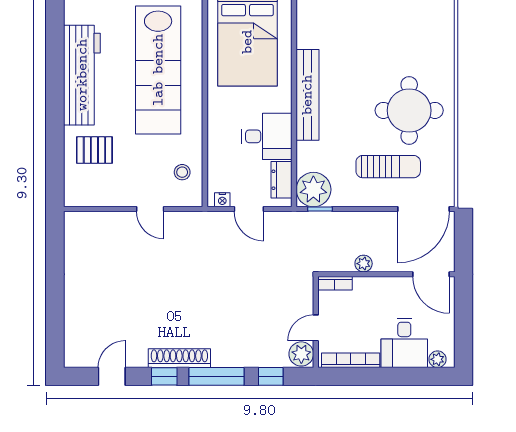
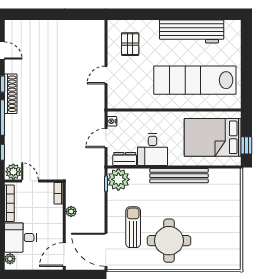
pallet: (94, 150) -> (130, 44), moved
sun lounger: (388, 167) -> (133, 227), turned 180
stool: (182, 172) -> (130, 96), removed

